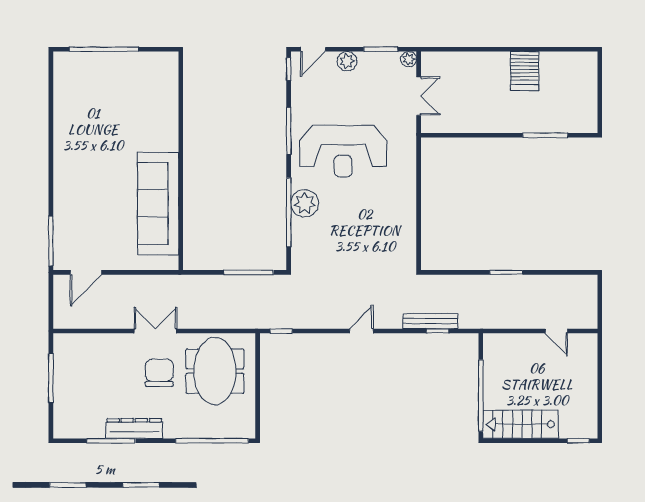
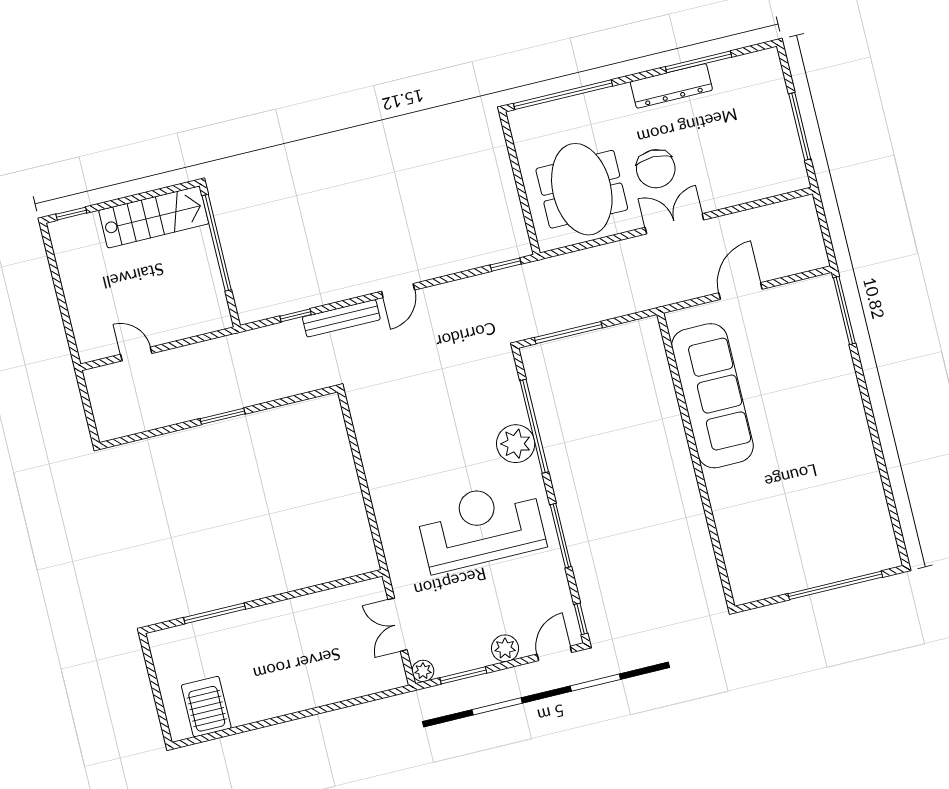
server rack: (524, 71) -> (206, 707), moved
door: (86, 272) -> (740, 291), moved
bench: (430, 321) -> (341, 318), moved
double door: (156, 331) -> (674, 224), swing flipped

